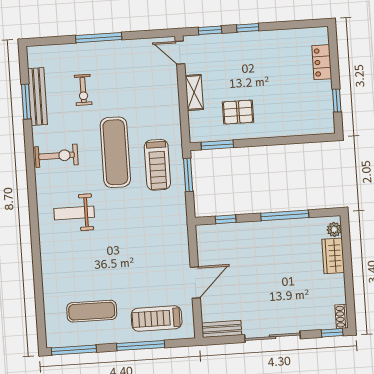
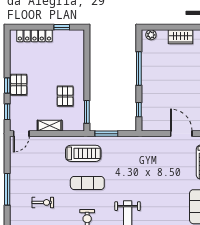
pallet: (250, 44) -> (19, 85), added
locker: (322, 62) -> (34, 36), width x1.53
exercise mat: (115, 152) -> (87, 183), width x0.73, depth x0.69
treadmill: (157, 165) -> (83, 153), moved
wardrobe: (333, 256) -> (181, 37), moved

